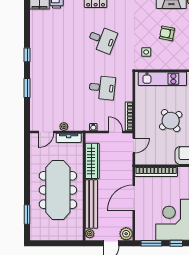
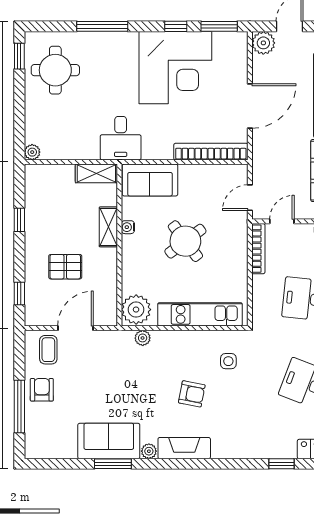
door: (116, 132) -> (282, 221), swing flipped

